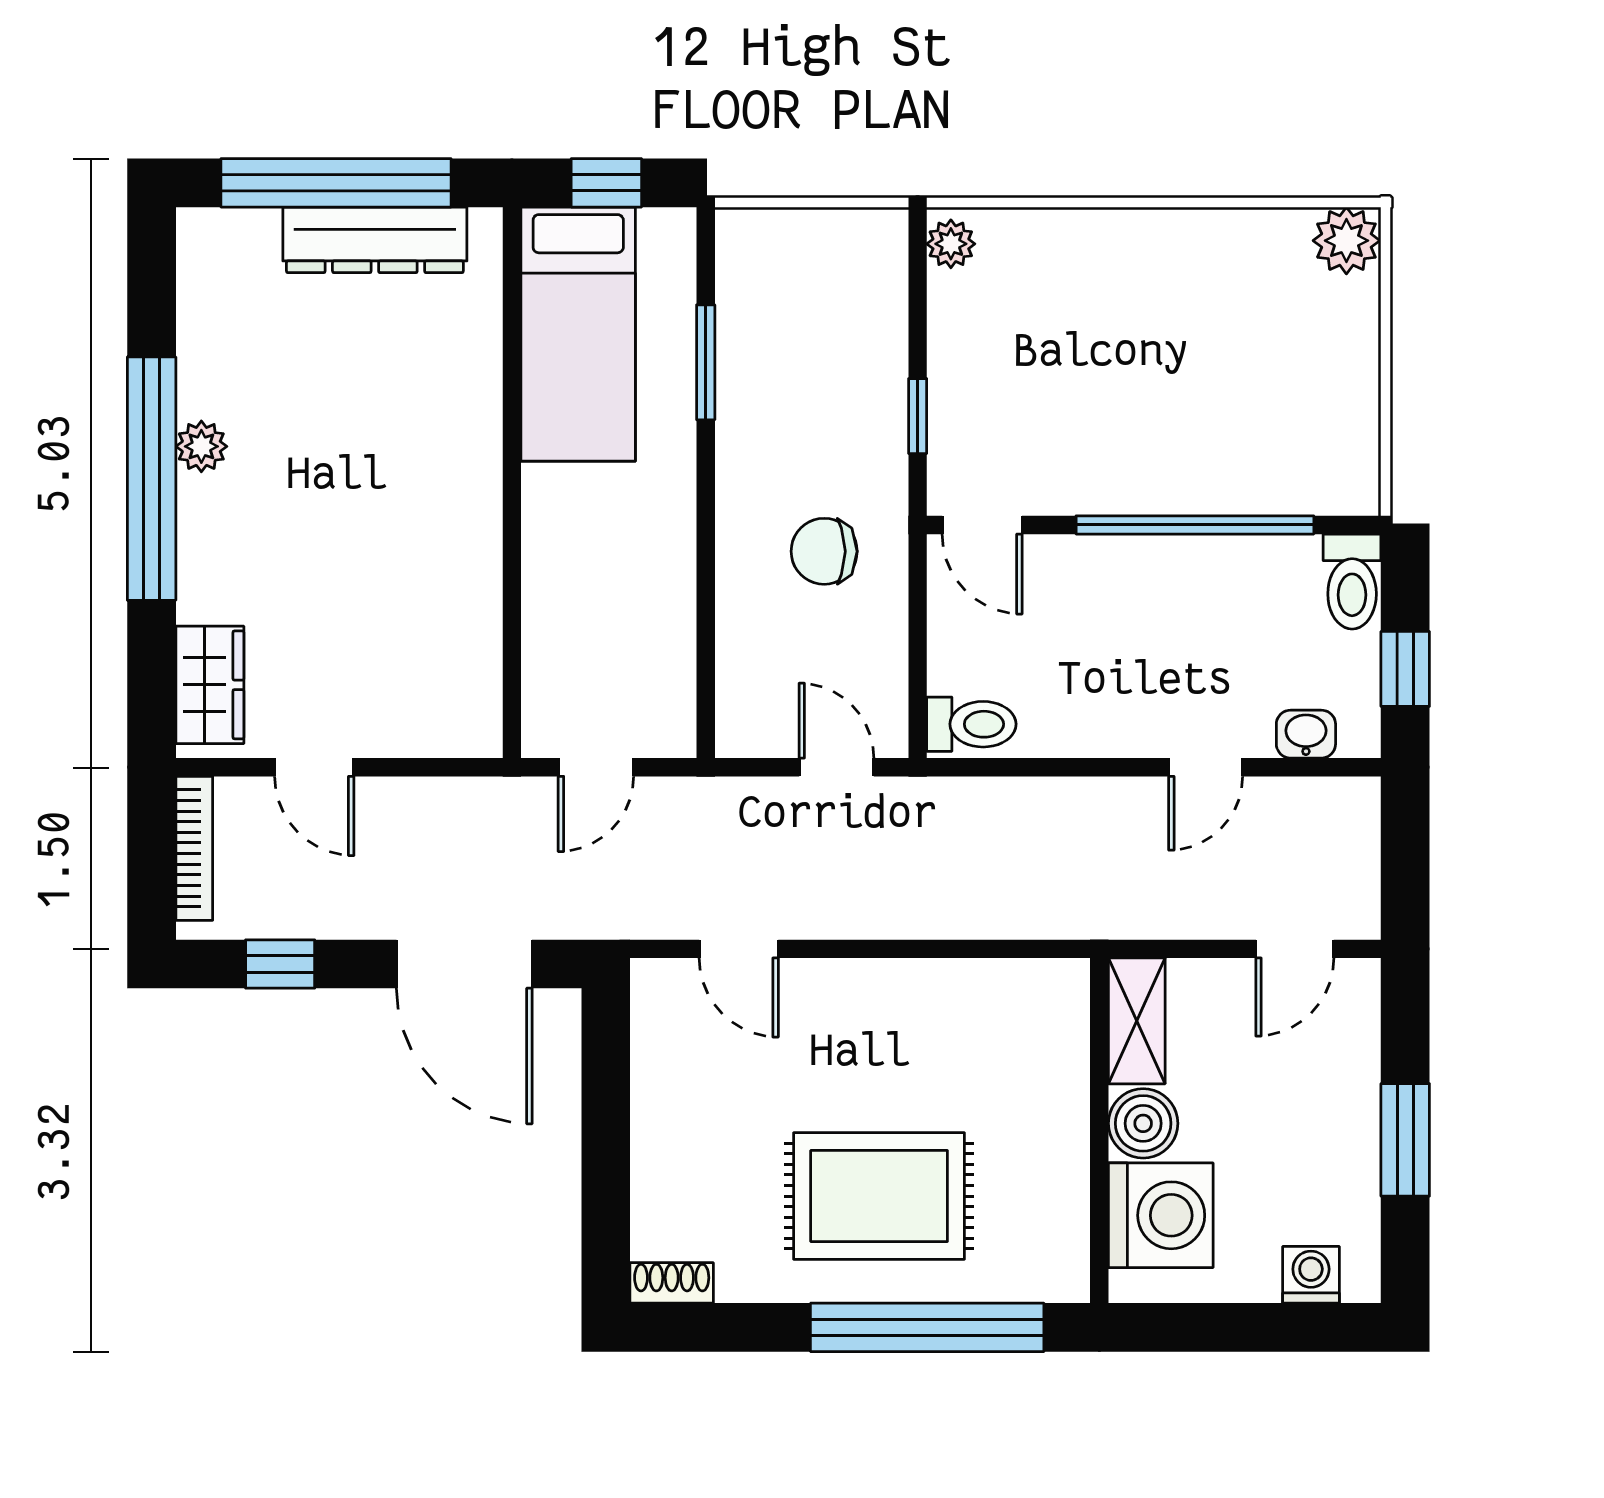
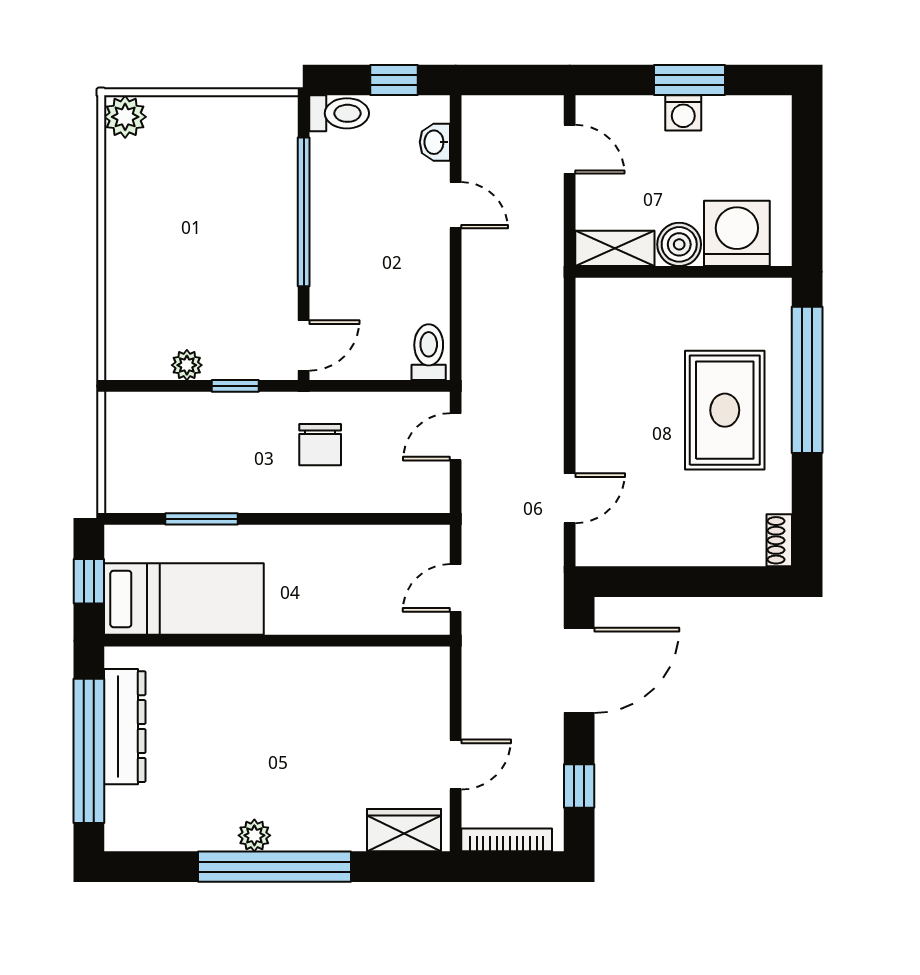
plant: (951, 244) -> (187, 365), moved
door: (596, 767) -> (456, 588), swing flipped
washing machine: (1311, 1275) -> (683, 113), moved, turned -90

